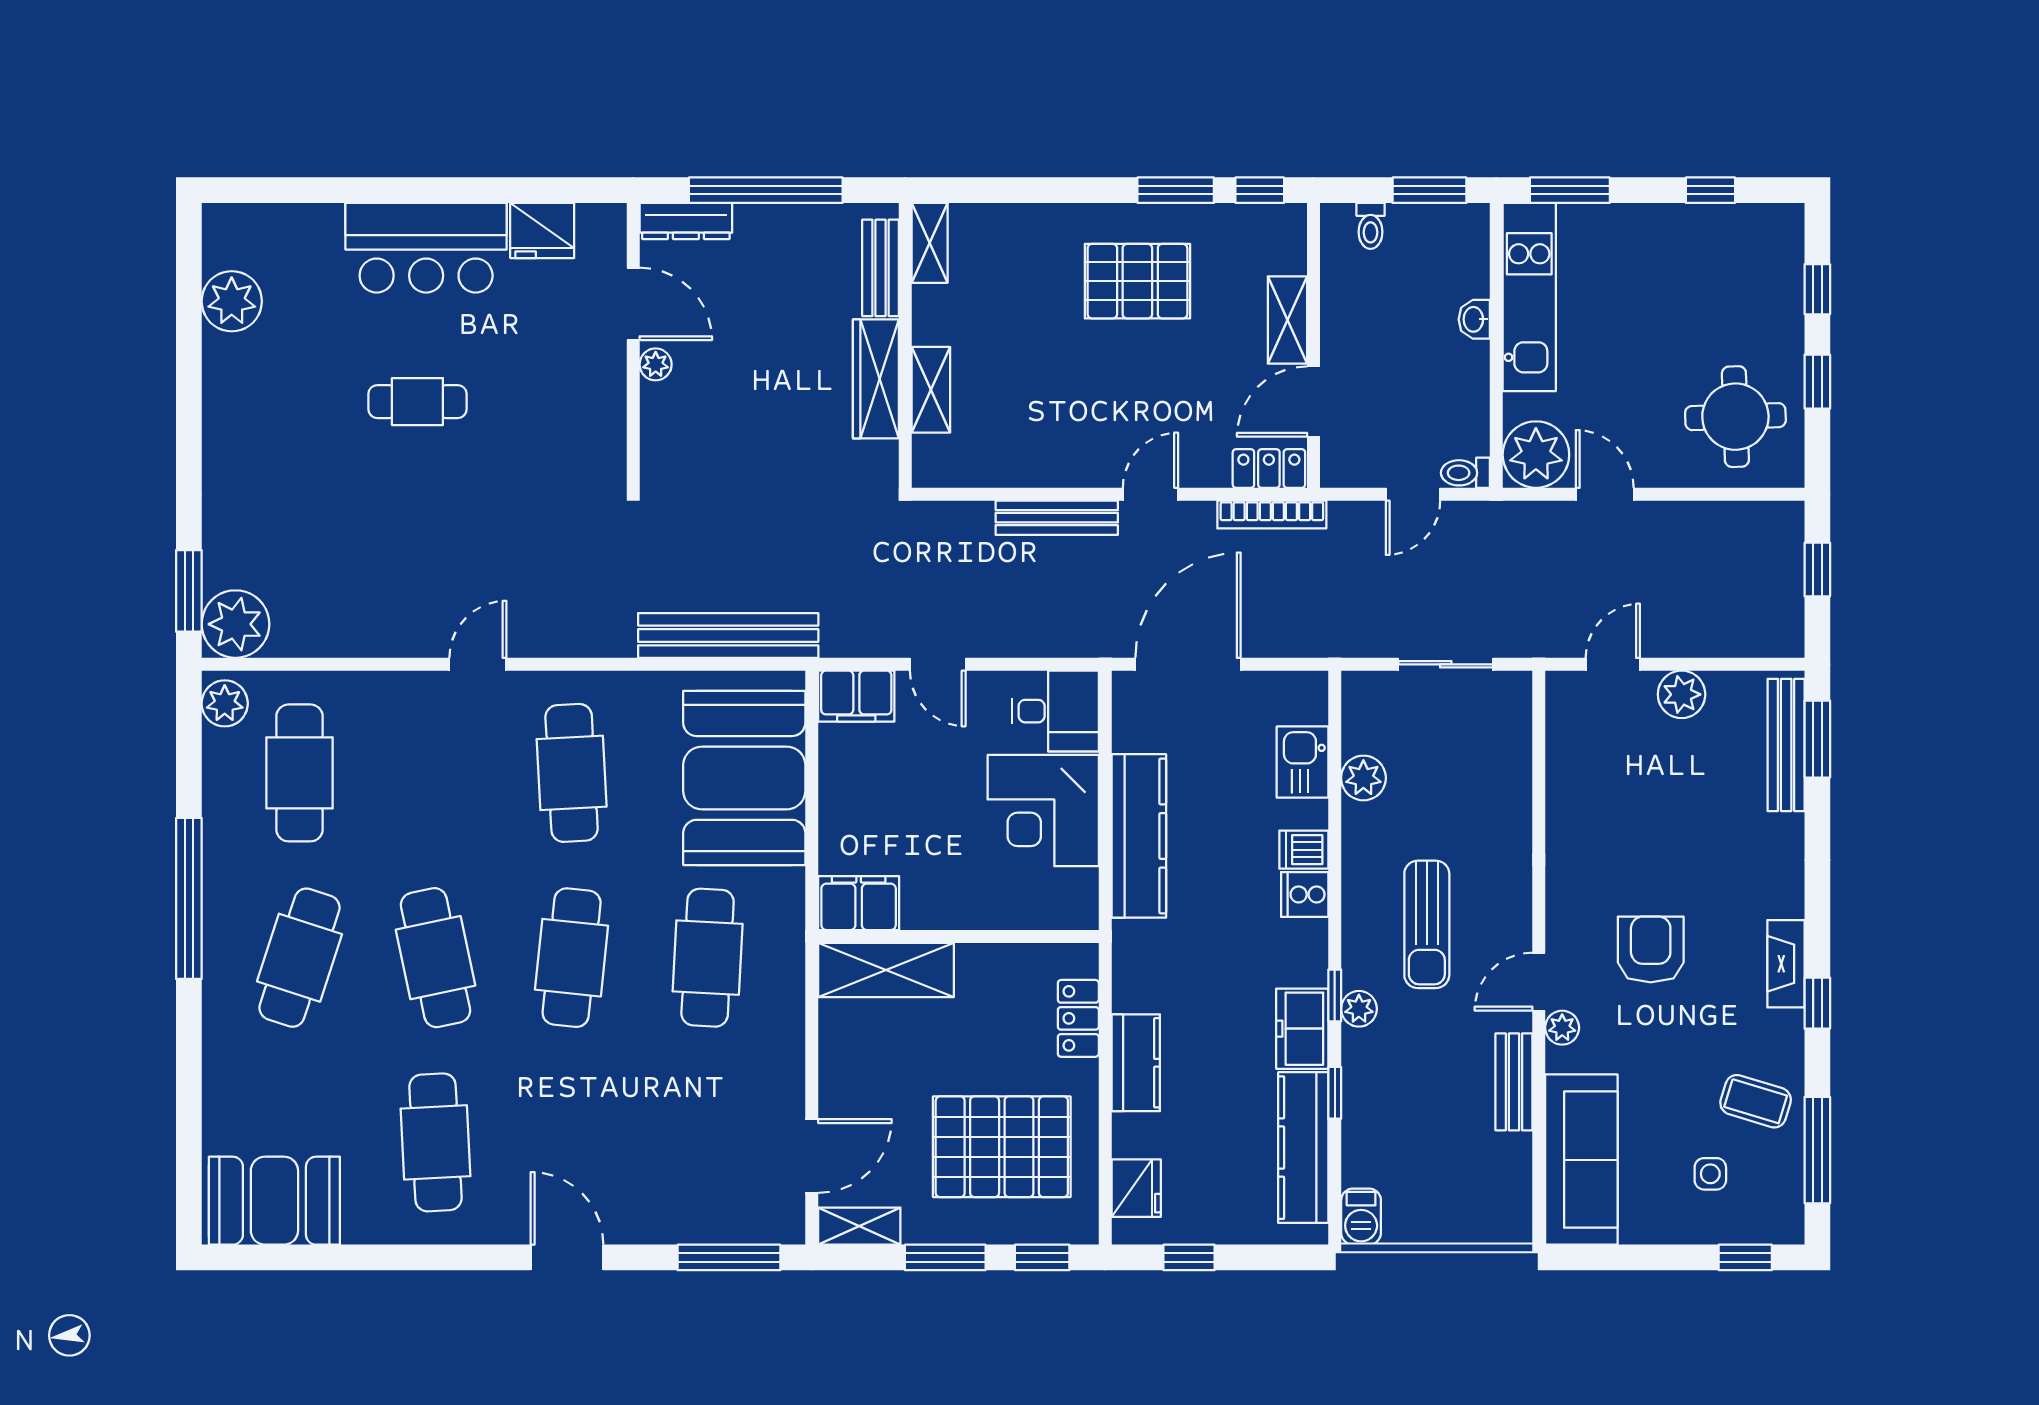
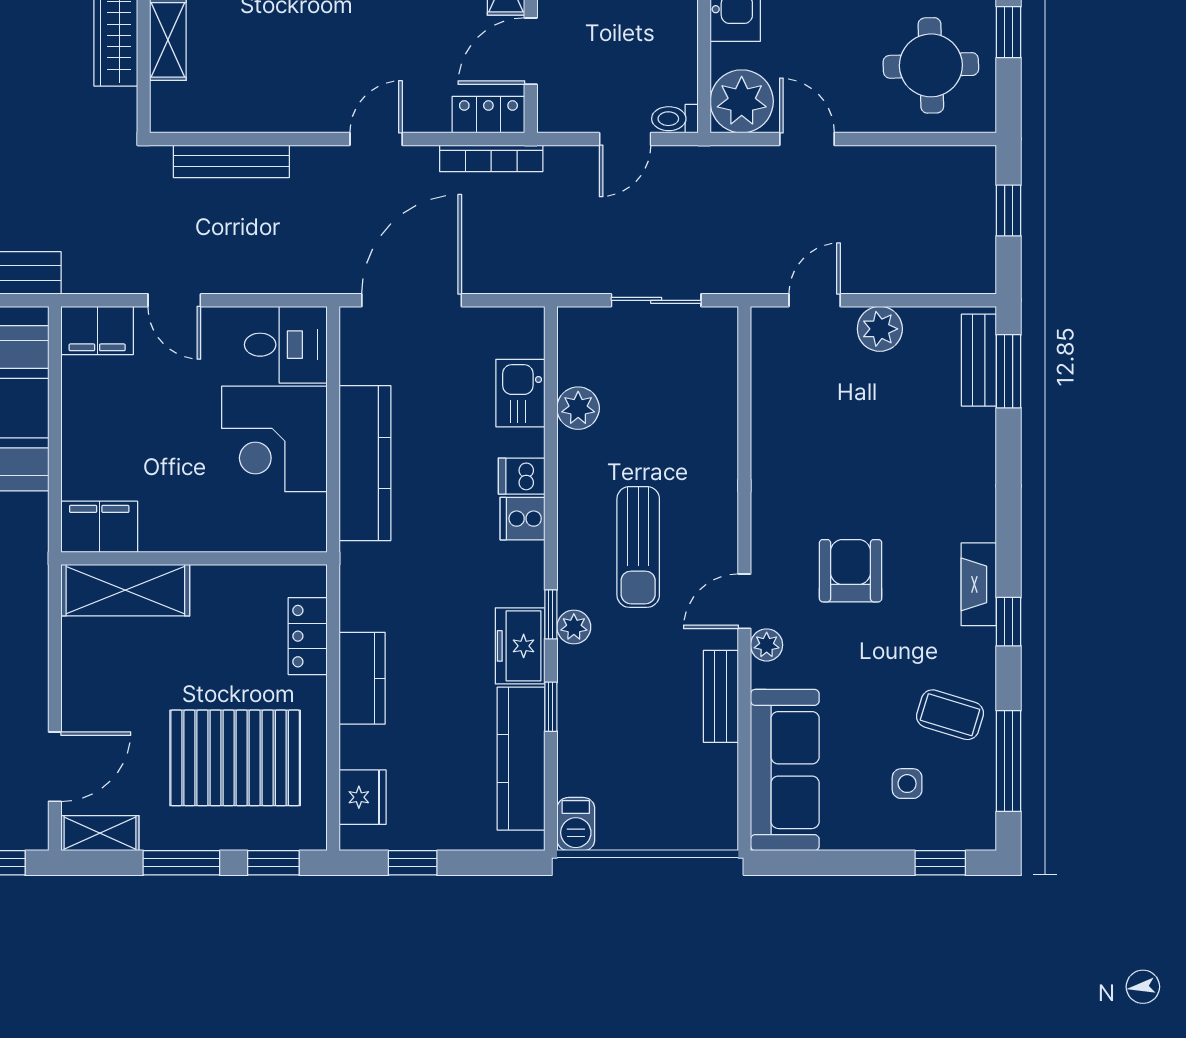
bench: (1057, 518) -> (231, 161), moved
bench: (1786, 745) -> (979, 360), width x0.73

